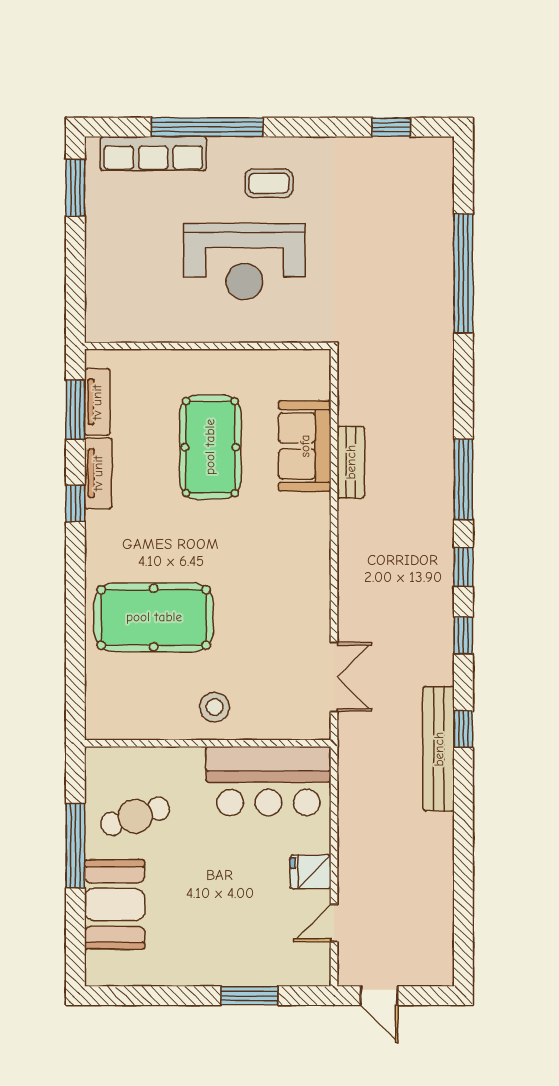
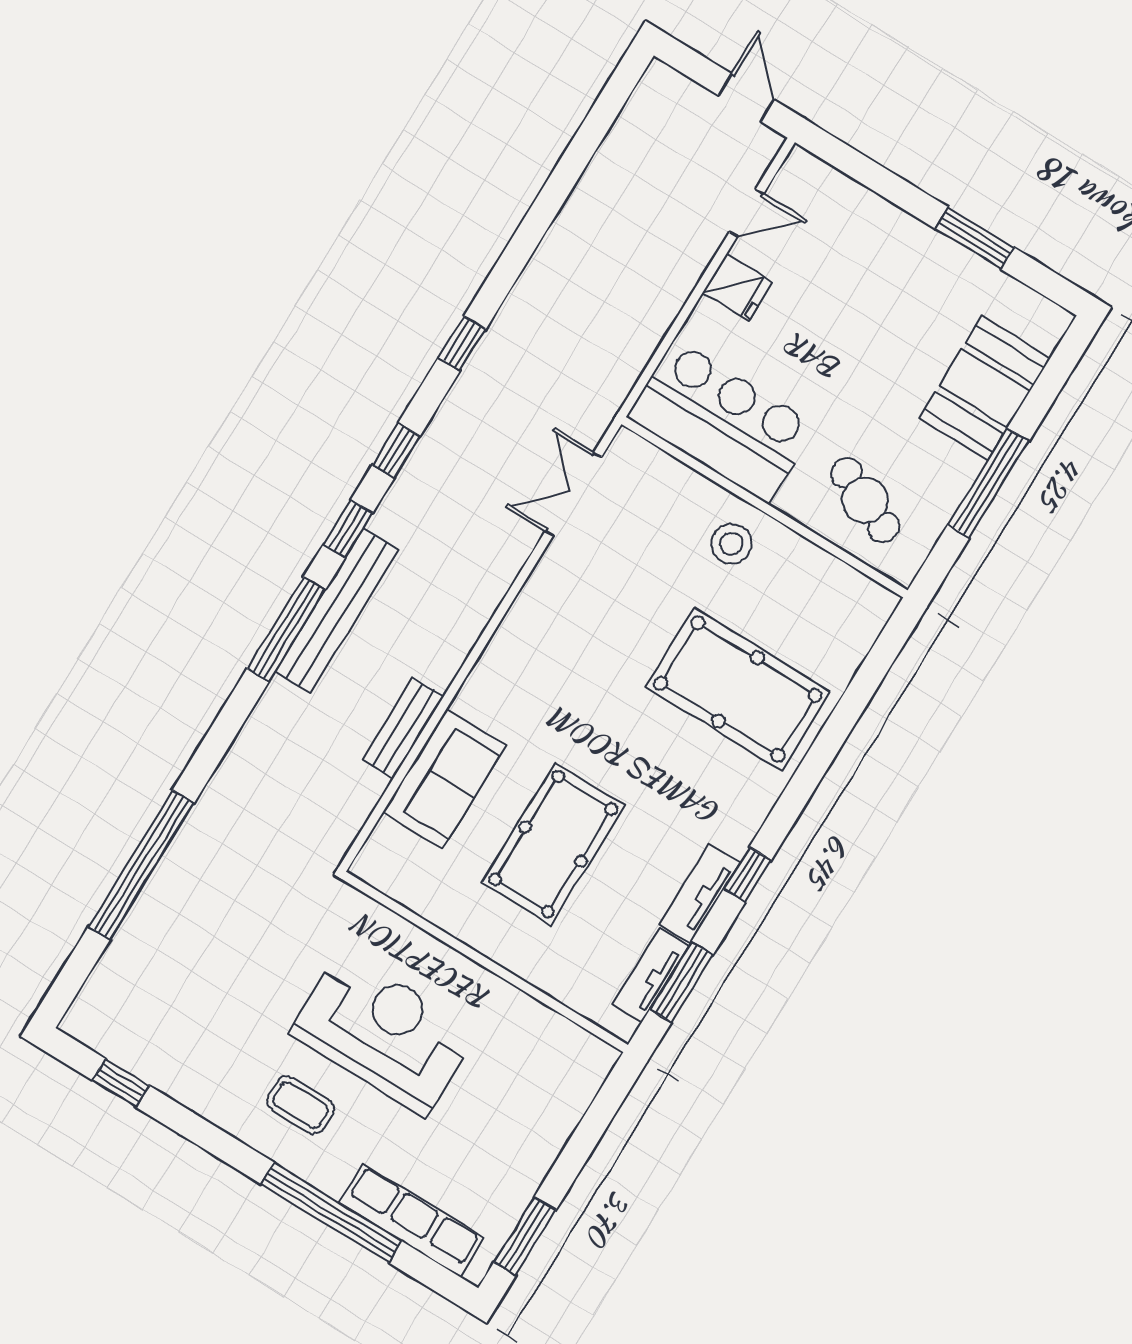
bench: (439, 749) -> (337, 611), moved
cafe table: (135, 816) -> (865, 500), moved, turned 42
window: (249, 996) -> (974, 238), moved

